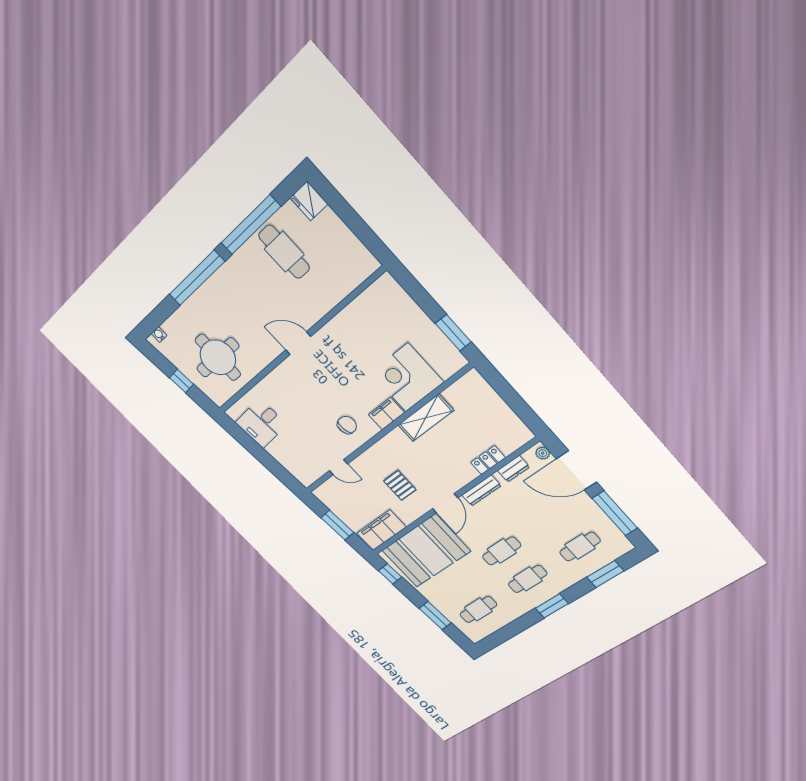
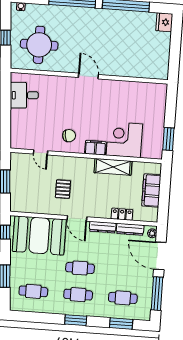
cafe table: (284, 252) -> (128, 31), removed
dresser: (513, 469) -> (130, 229), width x1.44
door: (445, 503) -> (77, 218), hinge flipped
filing cabinet: (381, 530) -> (151, 190), moved, turned -90

